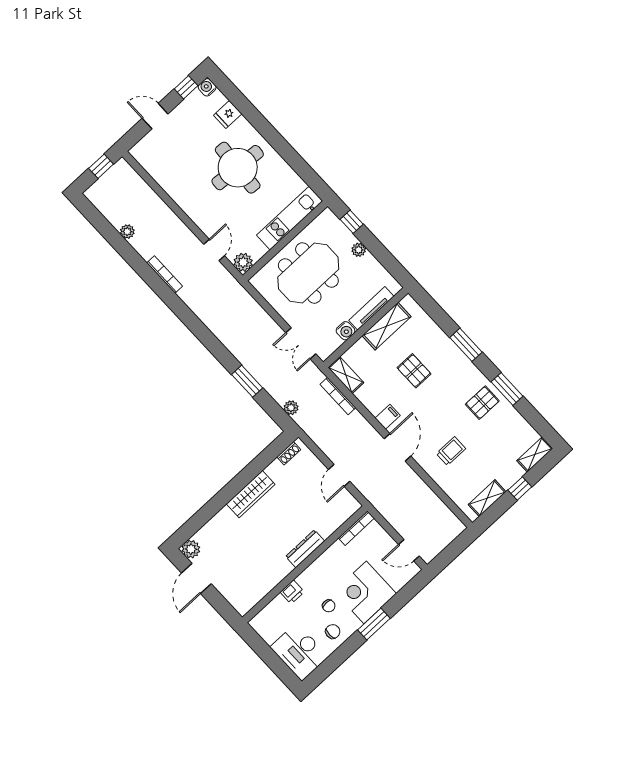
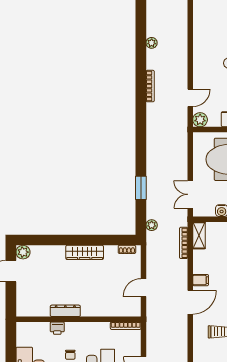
dresser: (305, 549) -> (65, 311), moved

